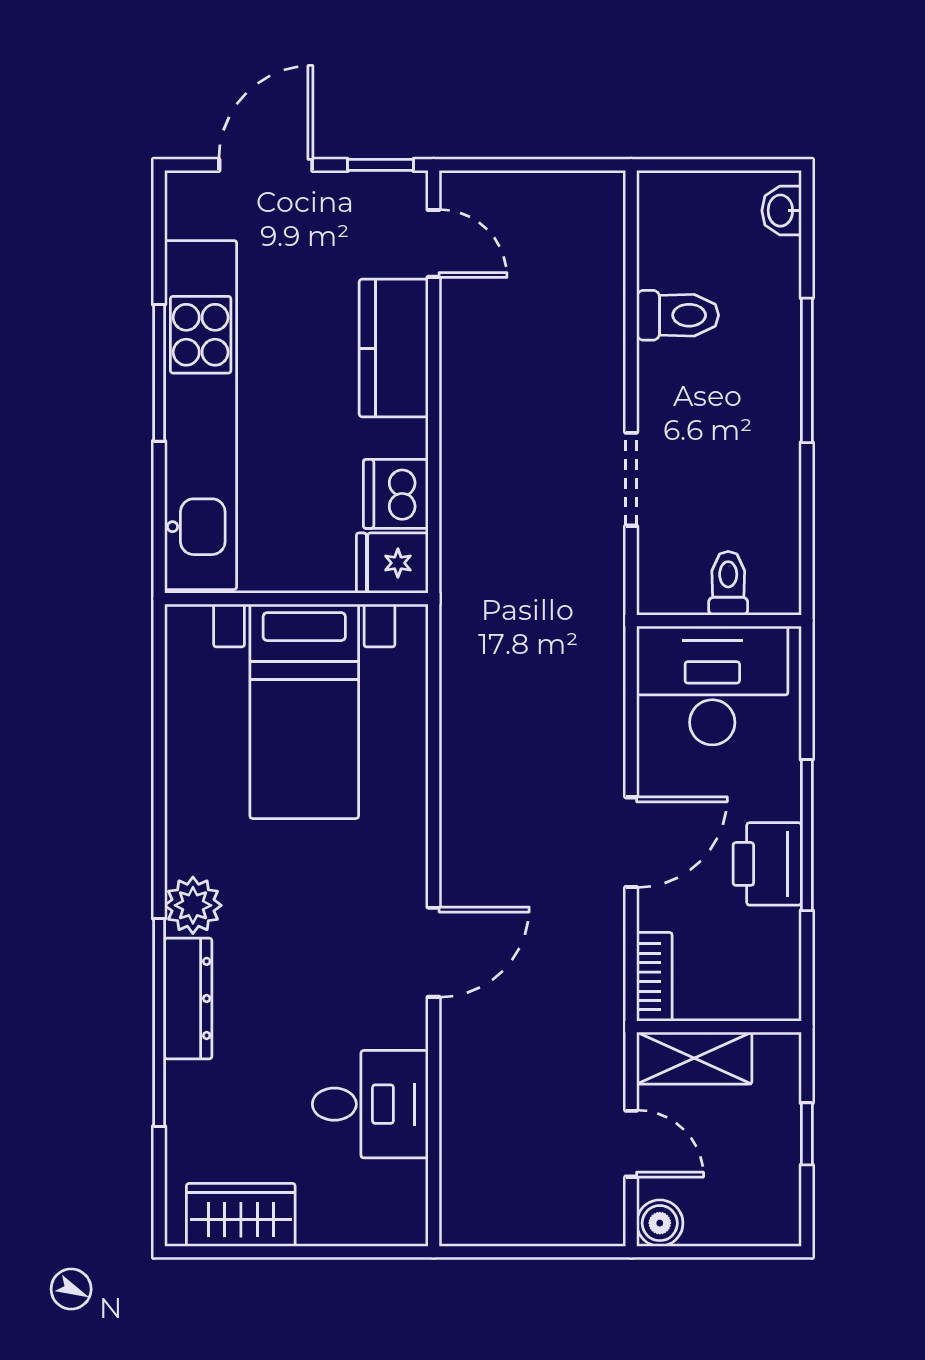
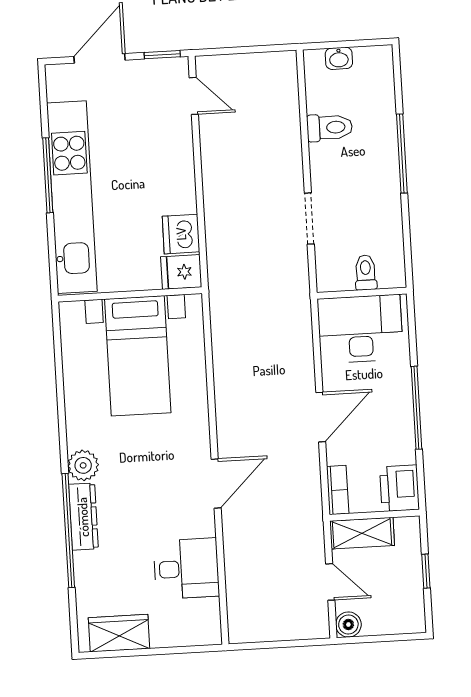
washbasin: (782, 211) -> (339, 58), moved, turned -90
kitchen counter: (394, 348) -> (175, 154), removed
printer: (767, 864) -> (399, 488), moved

